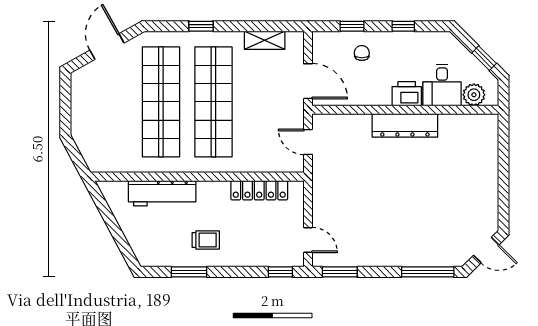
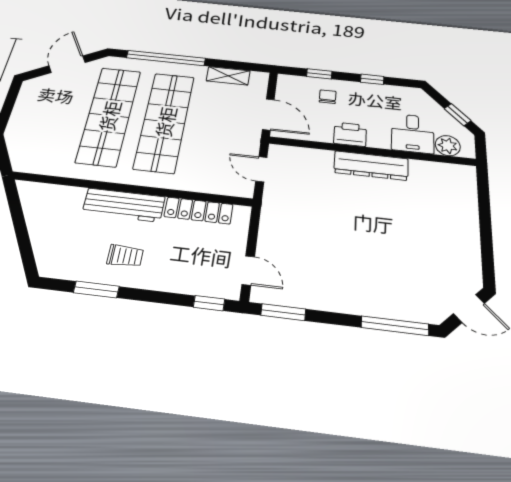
window: (201, 26) -> (166, 58), width x3.17
printer: (407, 94) -> (350, 134), moved
workbench: (162, 193) -> (124, 205), moved

